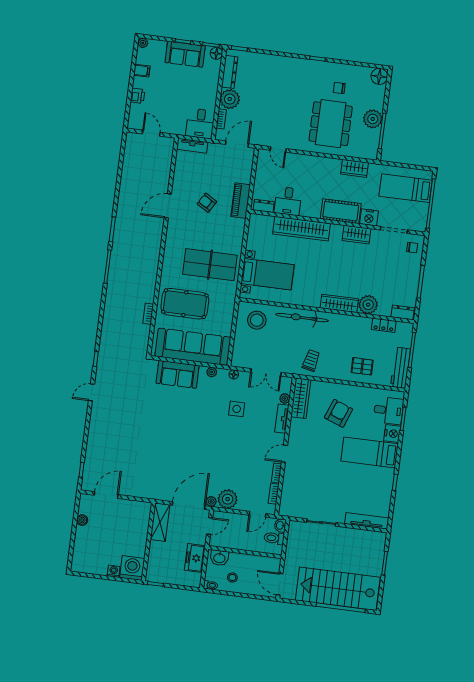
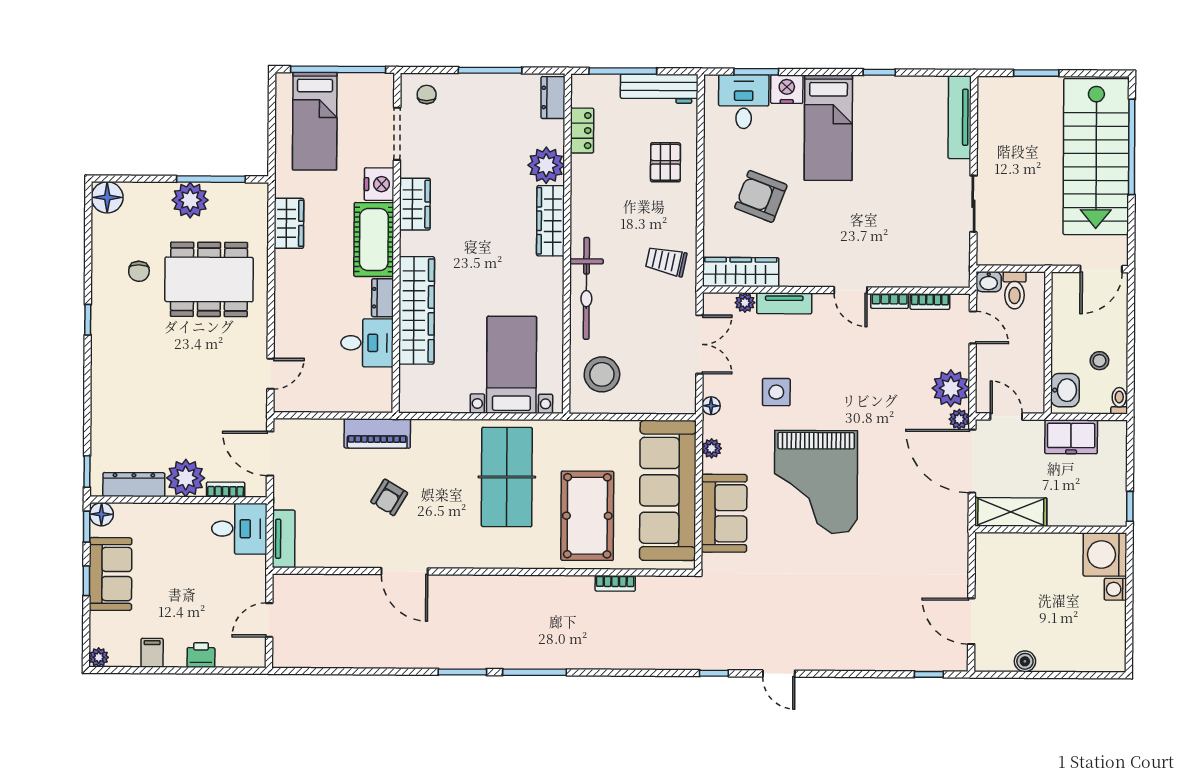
dresser: (264, 206) -> (383, 298), moved
grand piano: (188, 424) -> (816, 482), added

